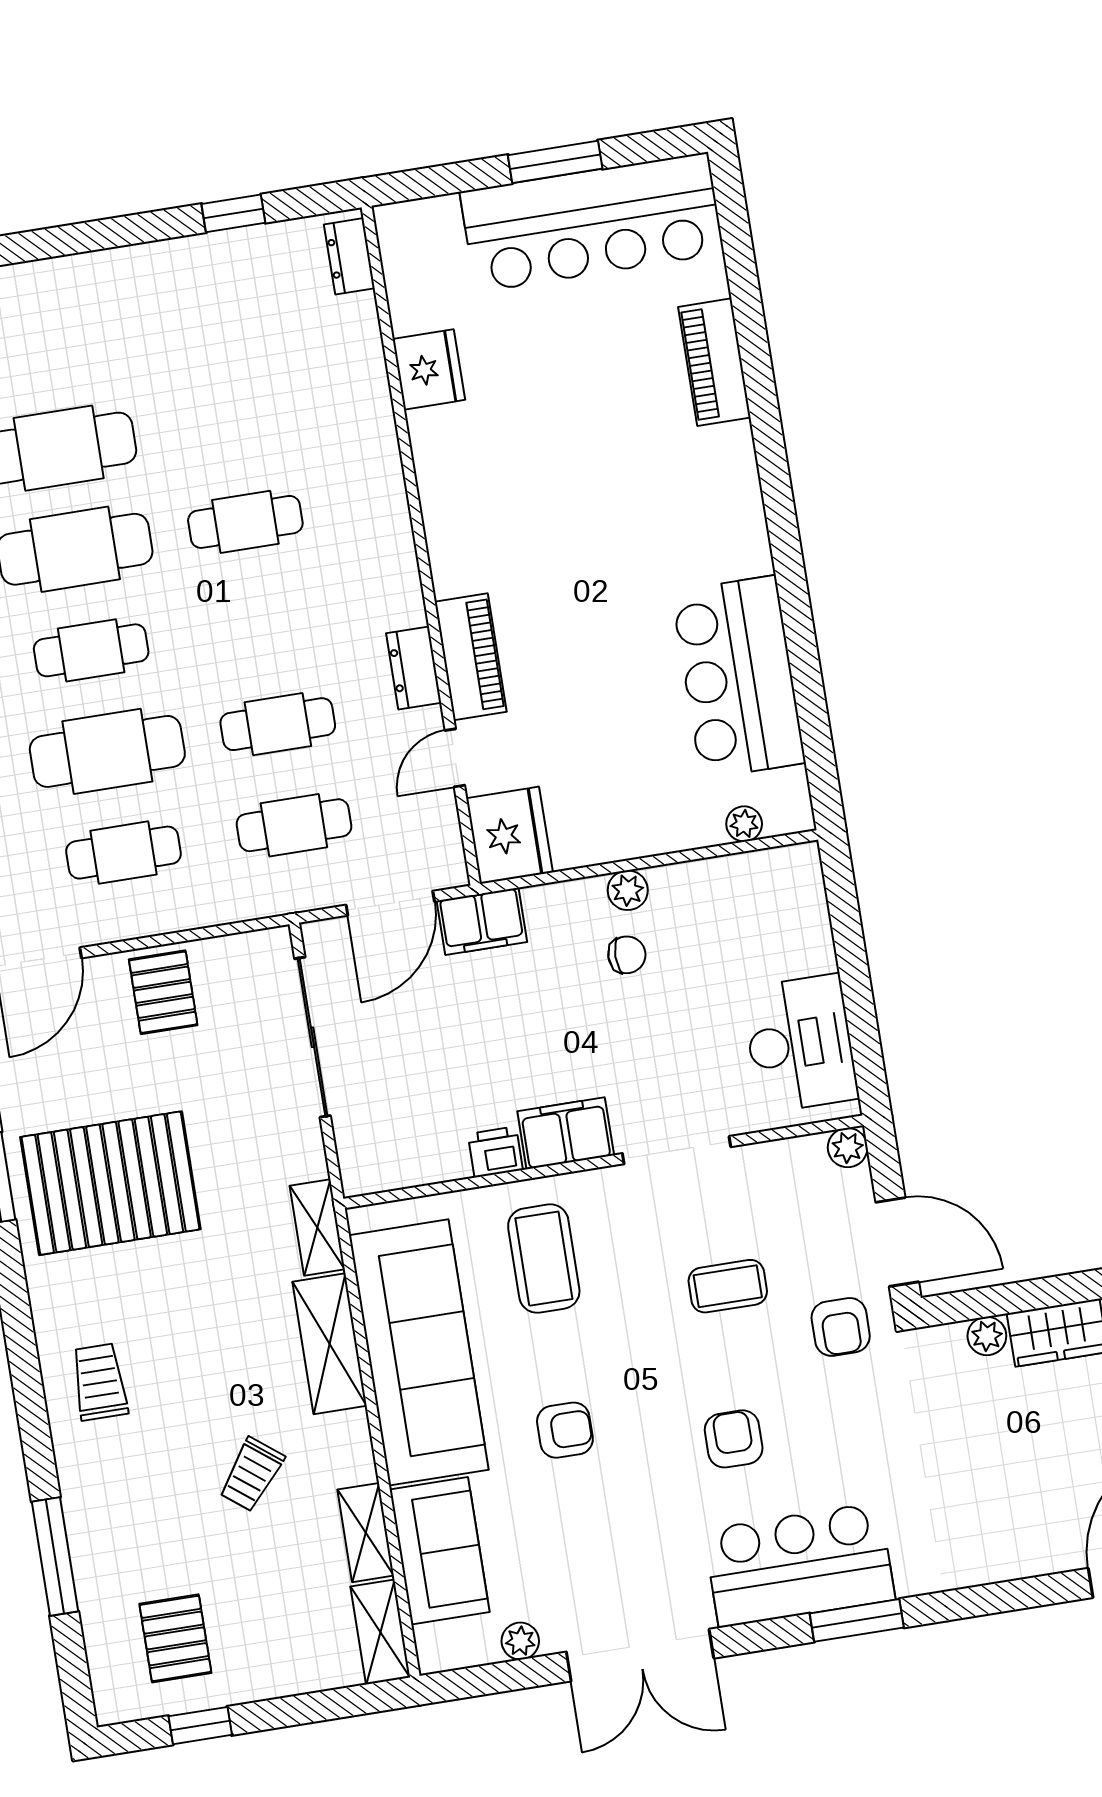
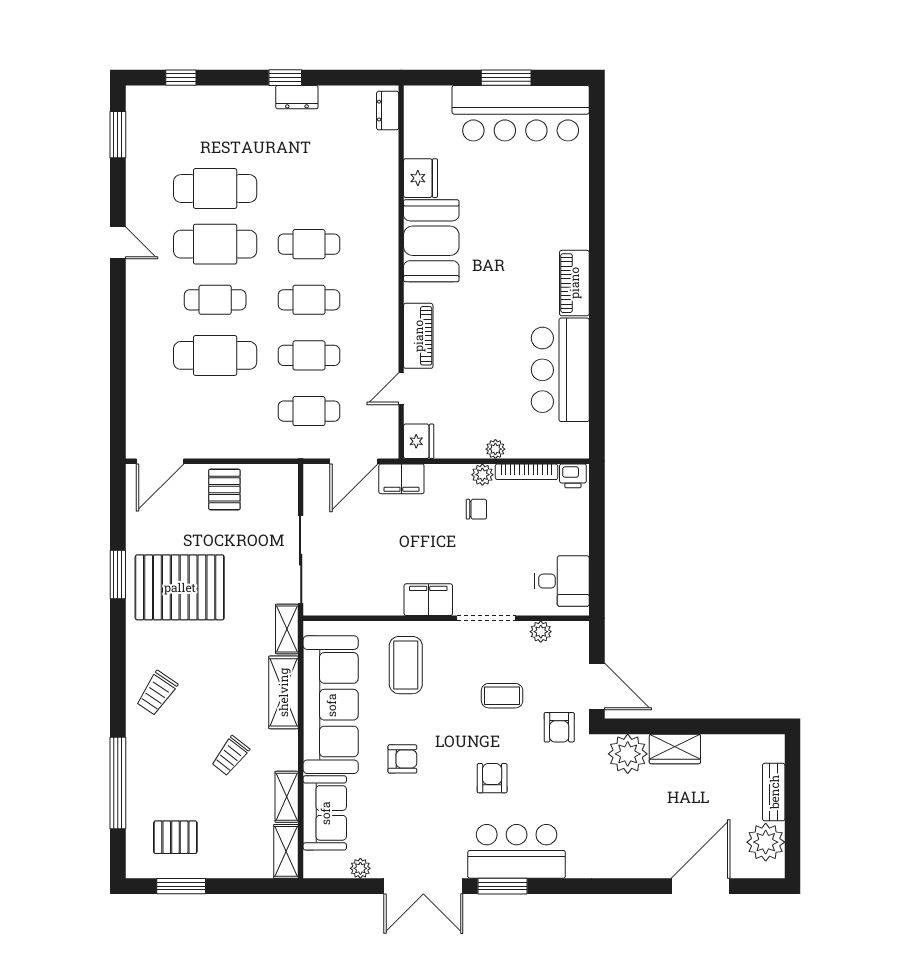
window: (233, 213) -> (285, 78), moved
piano: (714, 362) -> (574, 283), moved
booth: (467, 480) -> (431, 241), added
dresser: (414, 668) -> (297, 97), moved, turned -90
plant: (744, 824) -> (495, 449), moved
fridge: (509, 835) -> (419, 441), width x0.73, depth x0.75
cafe table: (123, 853) -> (309, 300), moved
bookcase: (707, 872) -> (526, 472), added
sliding door: (312, 1037) -> (301, 560), moved
desk: (800, 1043) -> (562, 581), width x0.73
plant: (848, 1148) -> (541, 632), moved
printer: (495, 1152) -> (573, 476), moved, turned 180
plant: (987, 1336) -> (628, 754), width x1.88, depth x1.88
trolley: (100, 1382) -> (157, 693), turned -146
window: (55, 1556) -> (118, 783), width x1.46
window: (857, 1620) -> (503, 886), moved
pallet: (175, 1638) -> (175, 837), turned 90
window: (200, 1726) -> (181, 886), width x1.50

